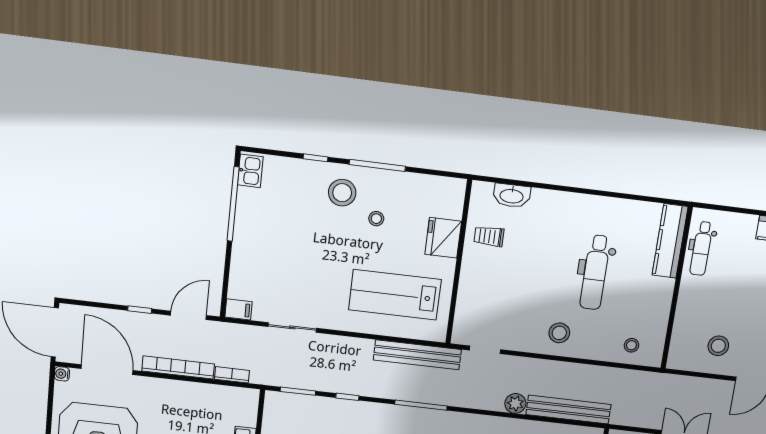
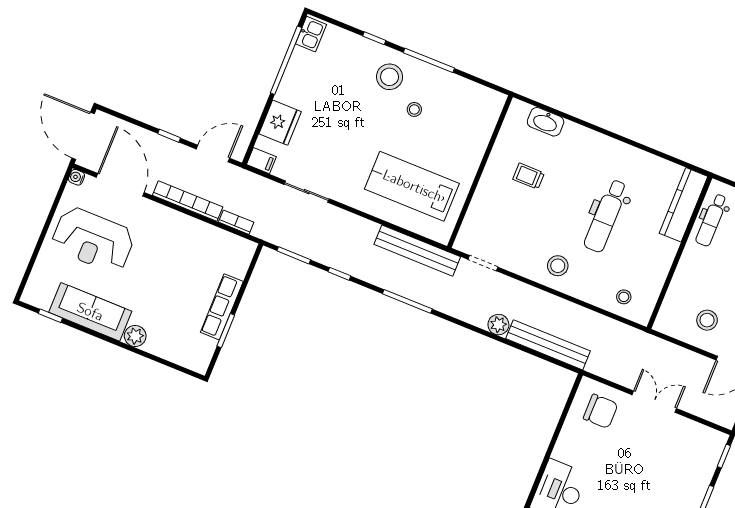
trolley: (489, 236) -> (529, 176), moved
fridge: (443, 238) -> (280, 123), moved, turned 180

